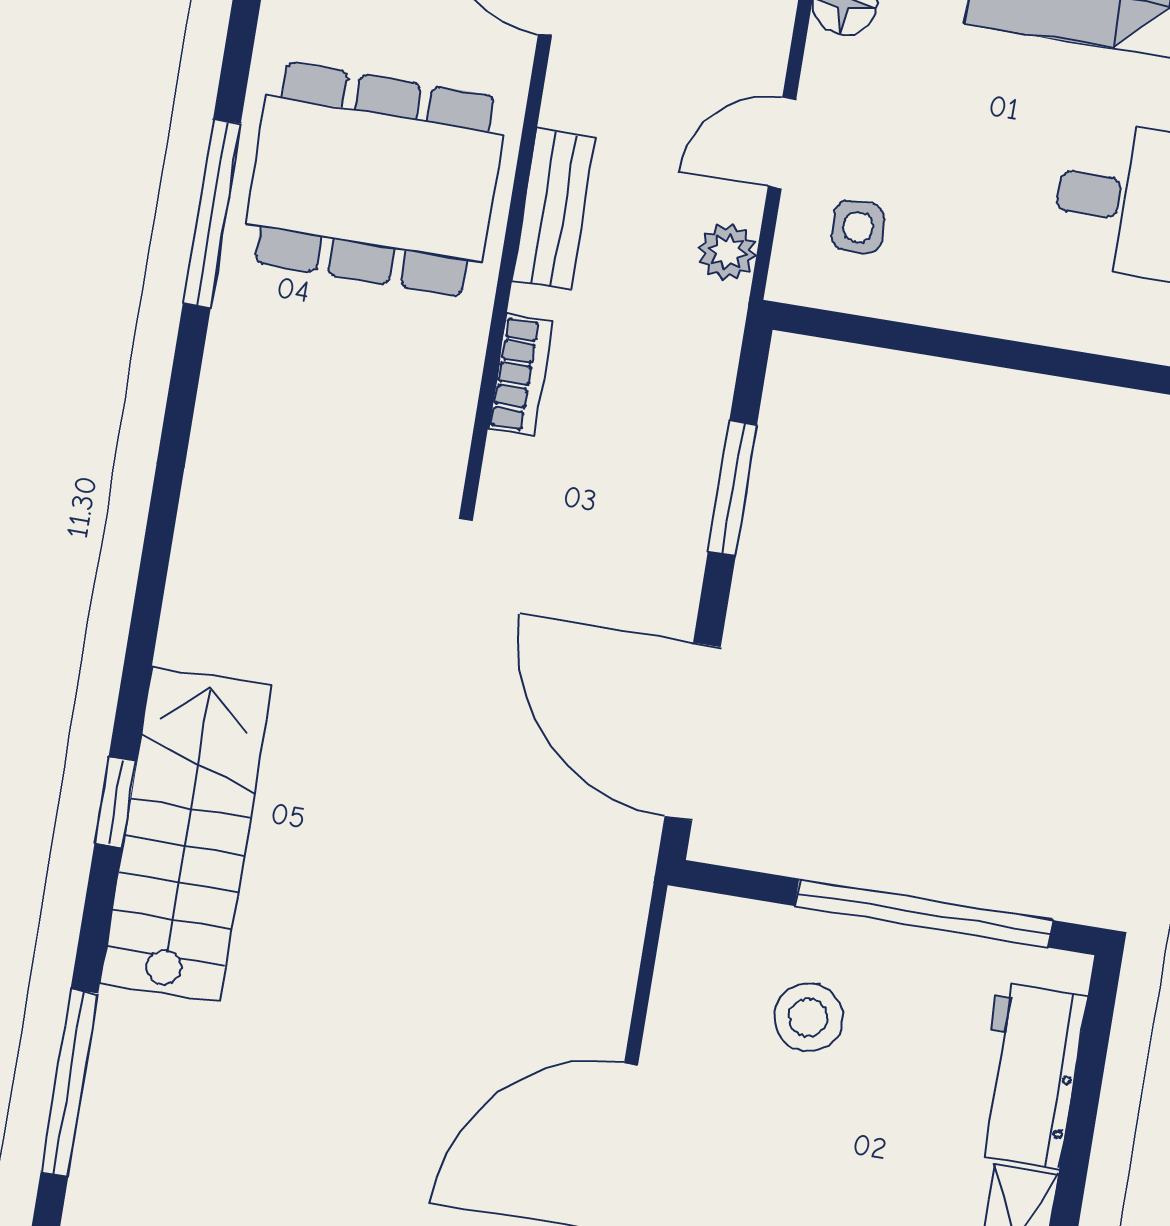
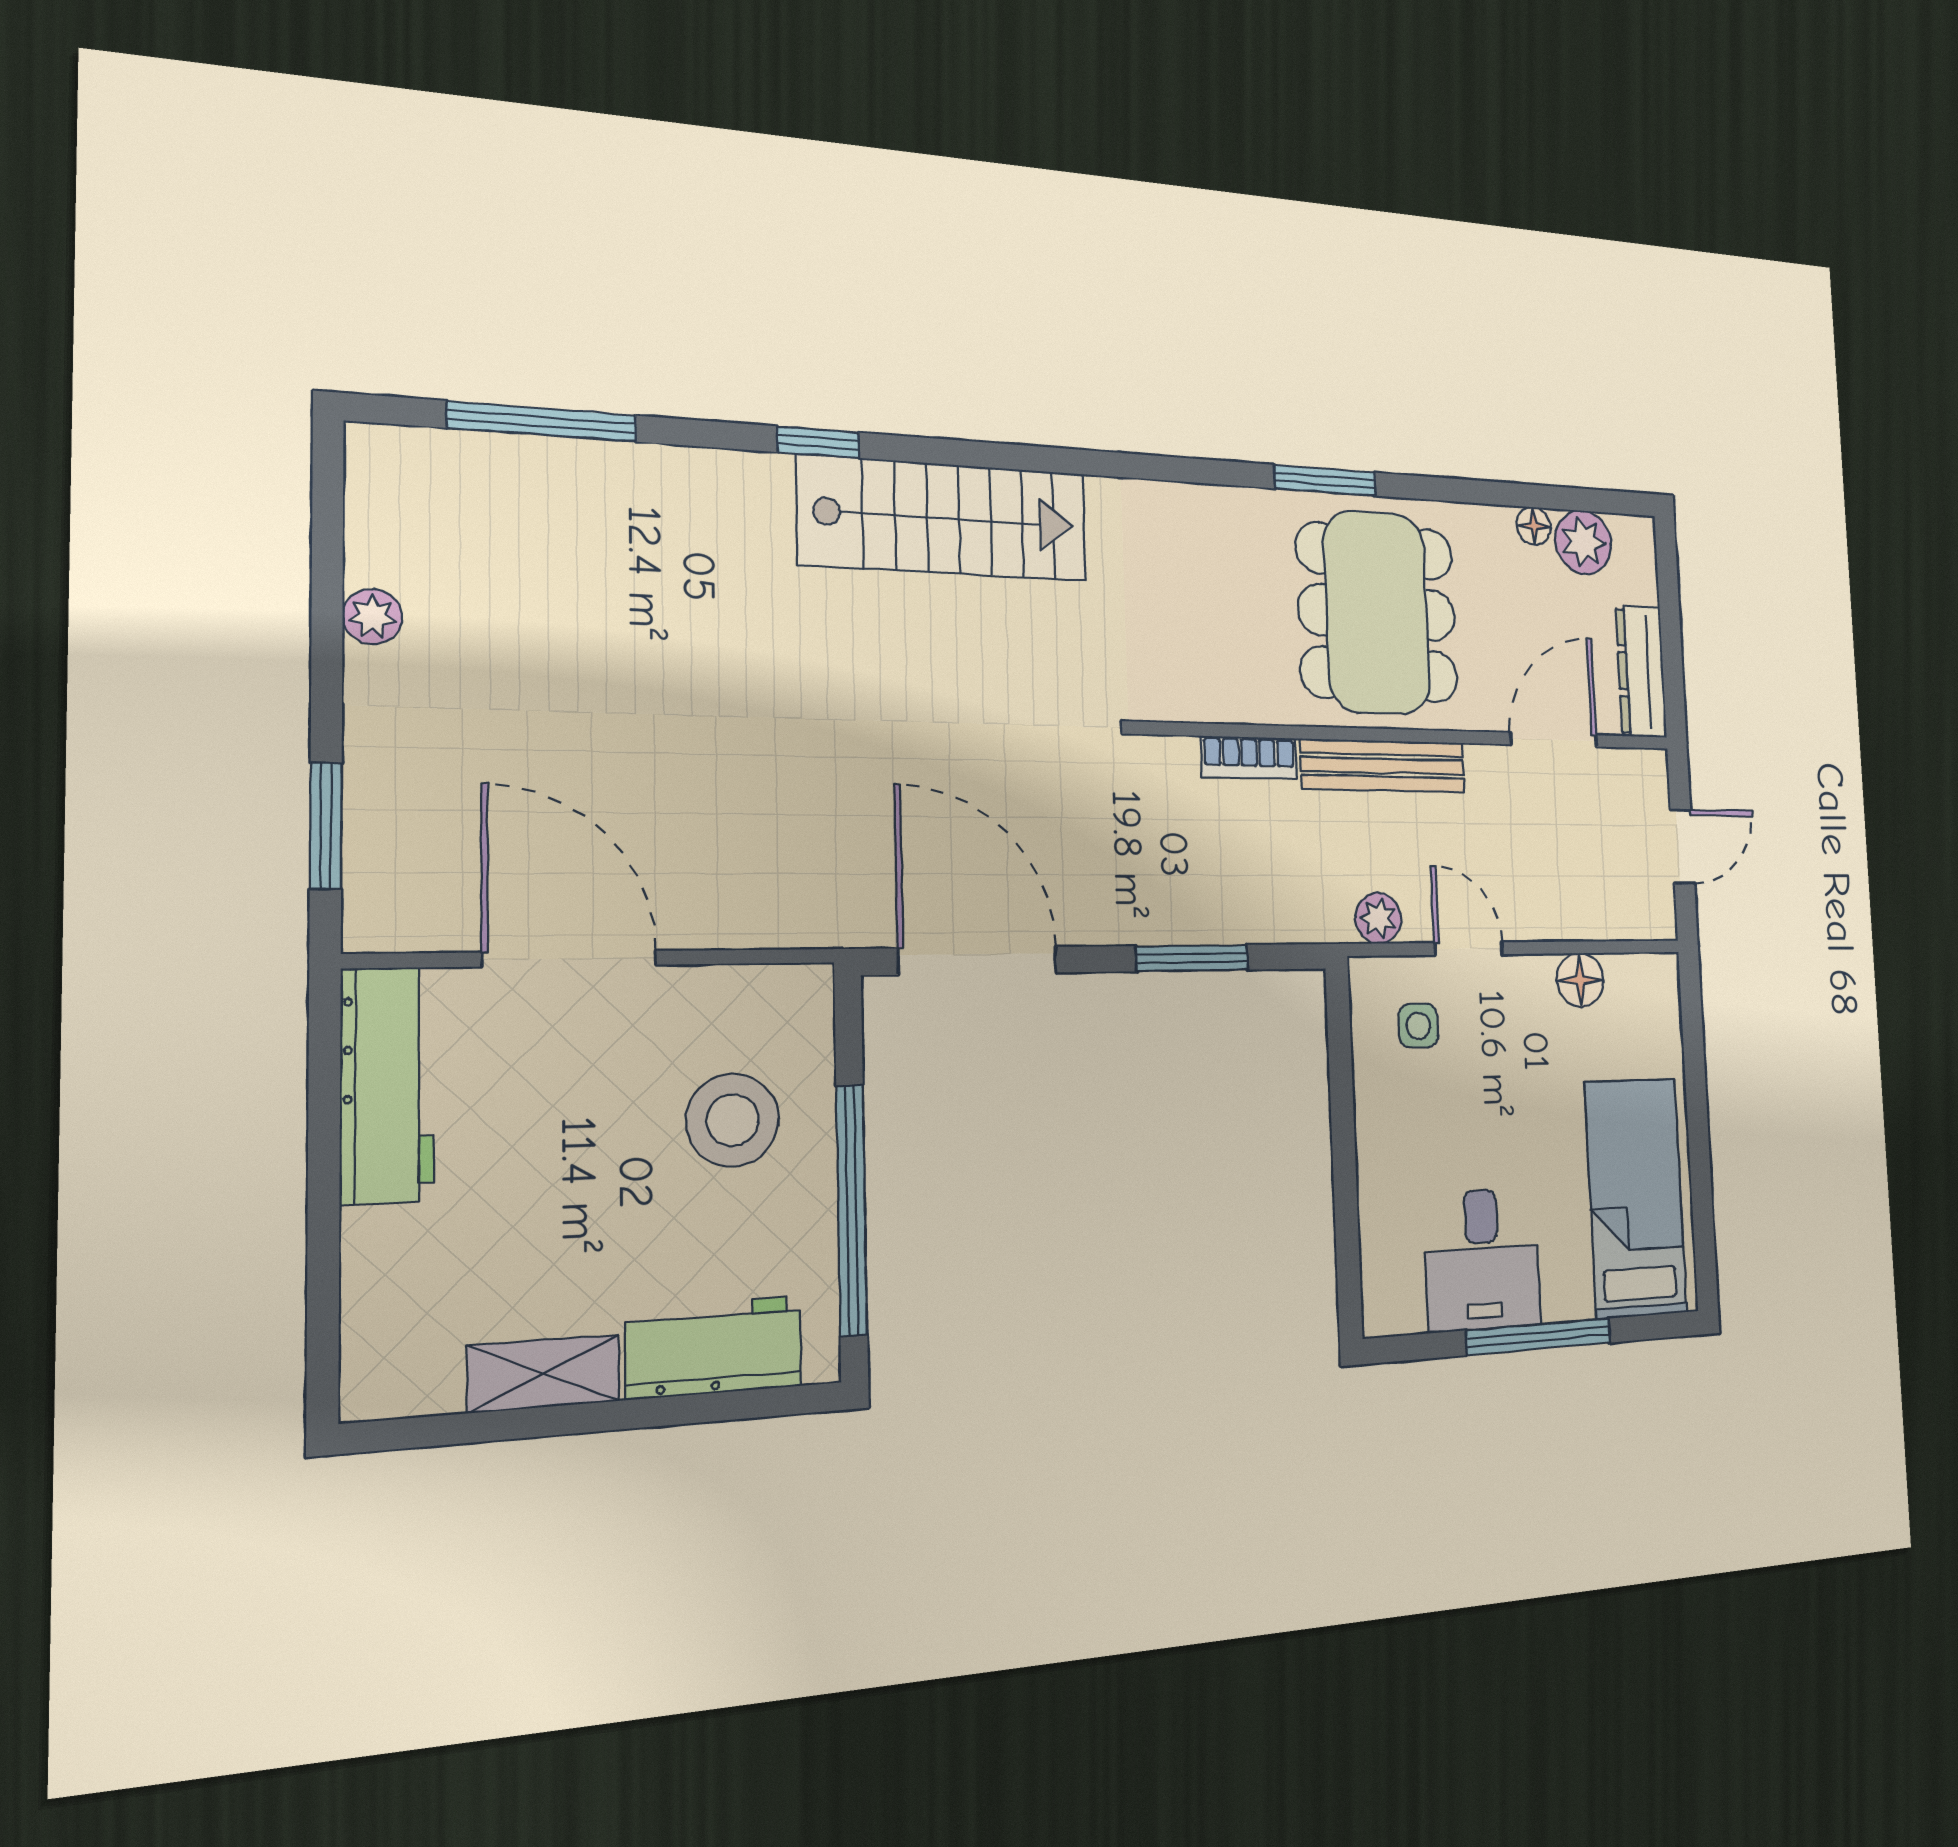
bench: (554, 209) -> (1383, 766), width x1.36
window: (212, 214) -> (1325, 480), width x0.69
door: (693, 732) -> (978, 961), hinge flipped
stairs: (186, 834) -> (944, 518), moved
stool: (808, 1017) -> (732, 1120), width x1.38, depth x1.38

